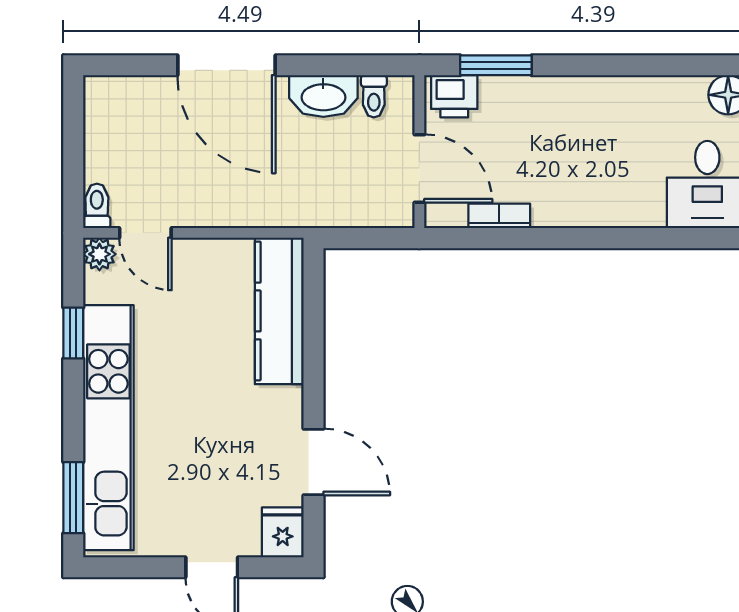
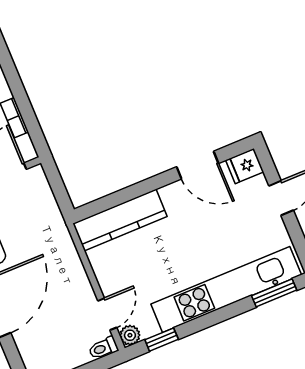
window: (73, 333) -> (162, 340), moved
door: (314, 462) -> (197, 165), swing flipped

